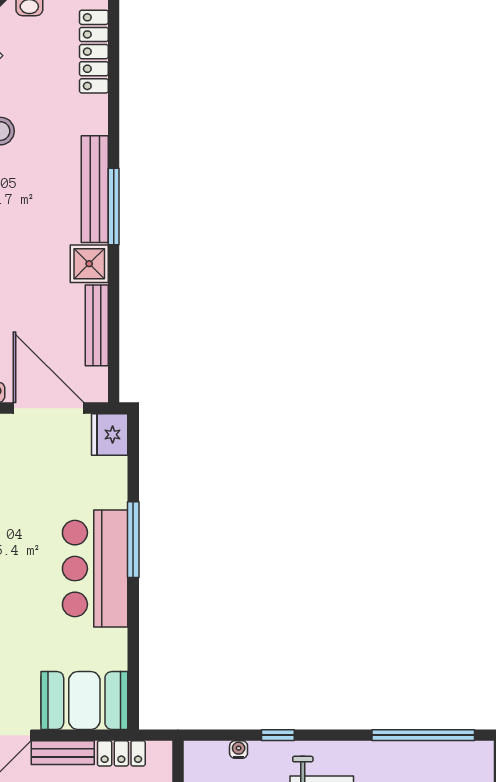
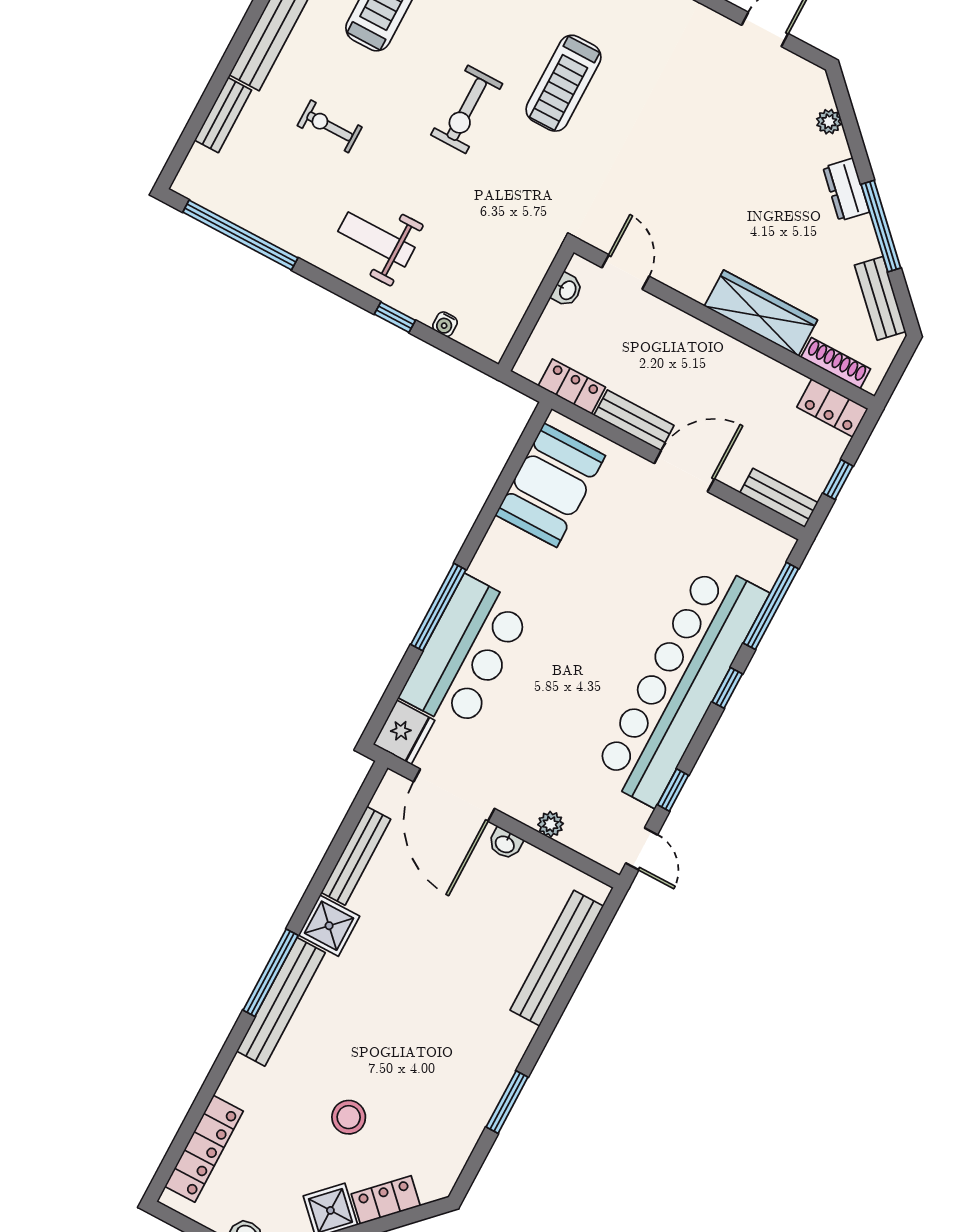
bar counter: (95, 569) -> (466, 654), moved
booth: (84, 700) -> (550, 485), moved, turned 90

